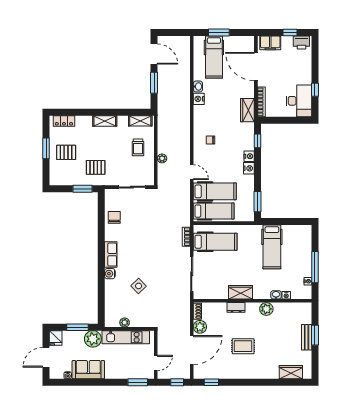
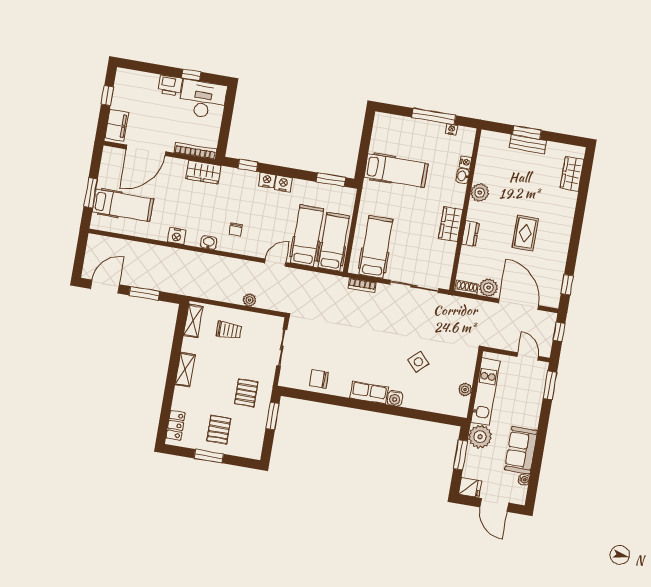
printer: (301, 42) -> (170, 85), moved, turned 90
washbasin: (198, 86) -> (209, 242), moved

